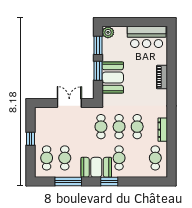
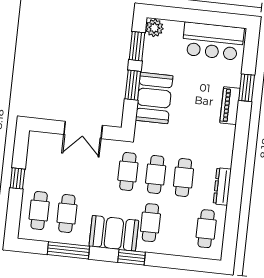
window: (171, 64) -> (247, 88), added
double door: (69, 103) -> (83, 130), swing flipped

